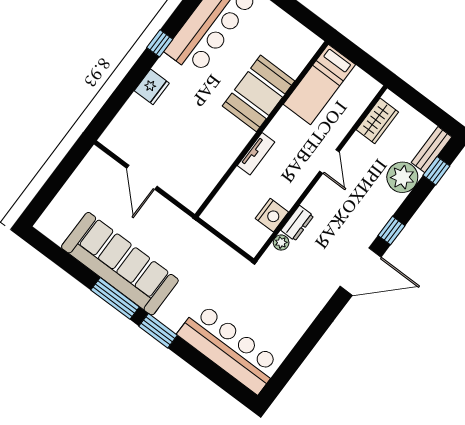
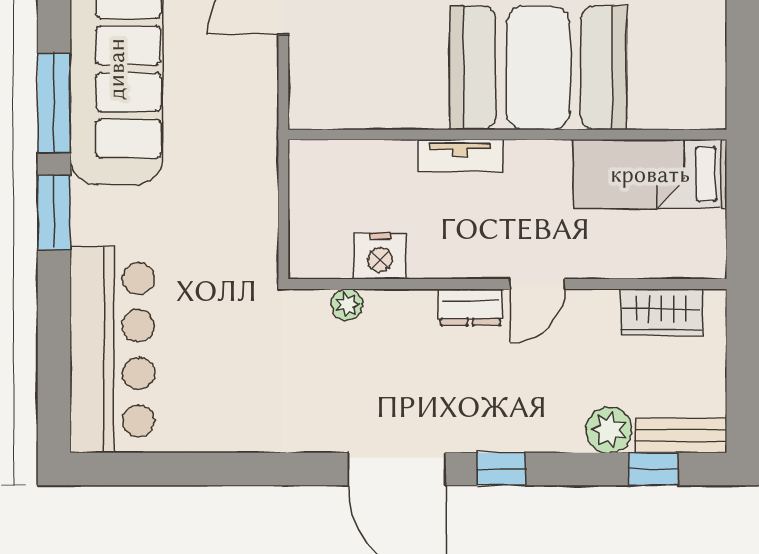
booth: (259, 93) -> (538, 68), width x1.36, depth x1.42
plant: (402, 177) -> (609, 430), width x0.73, depth x0.73
dresser: (297, 223) -> (470, 307), moved

